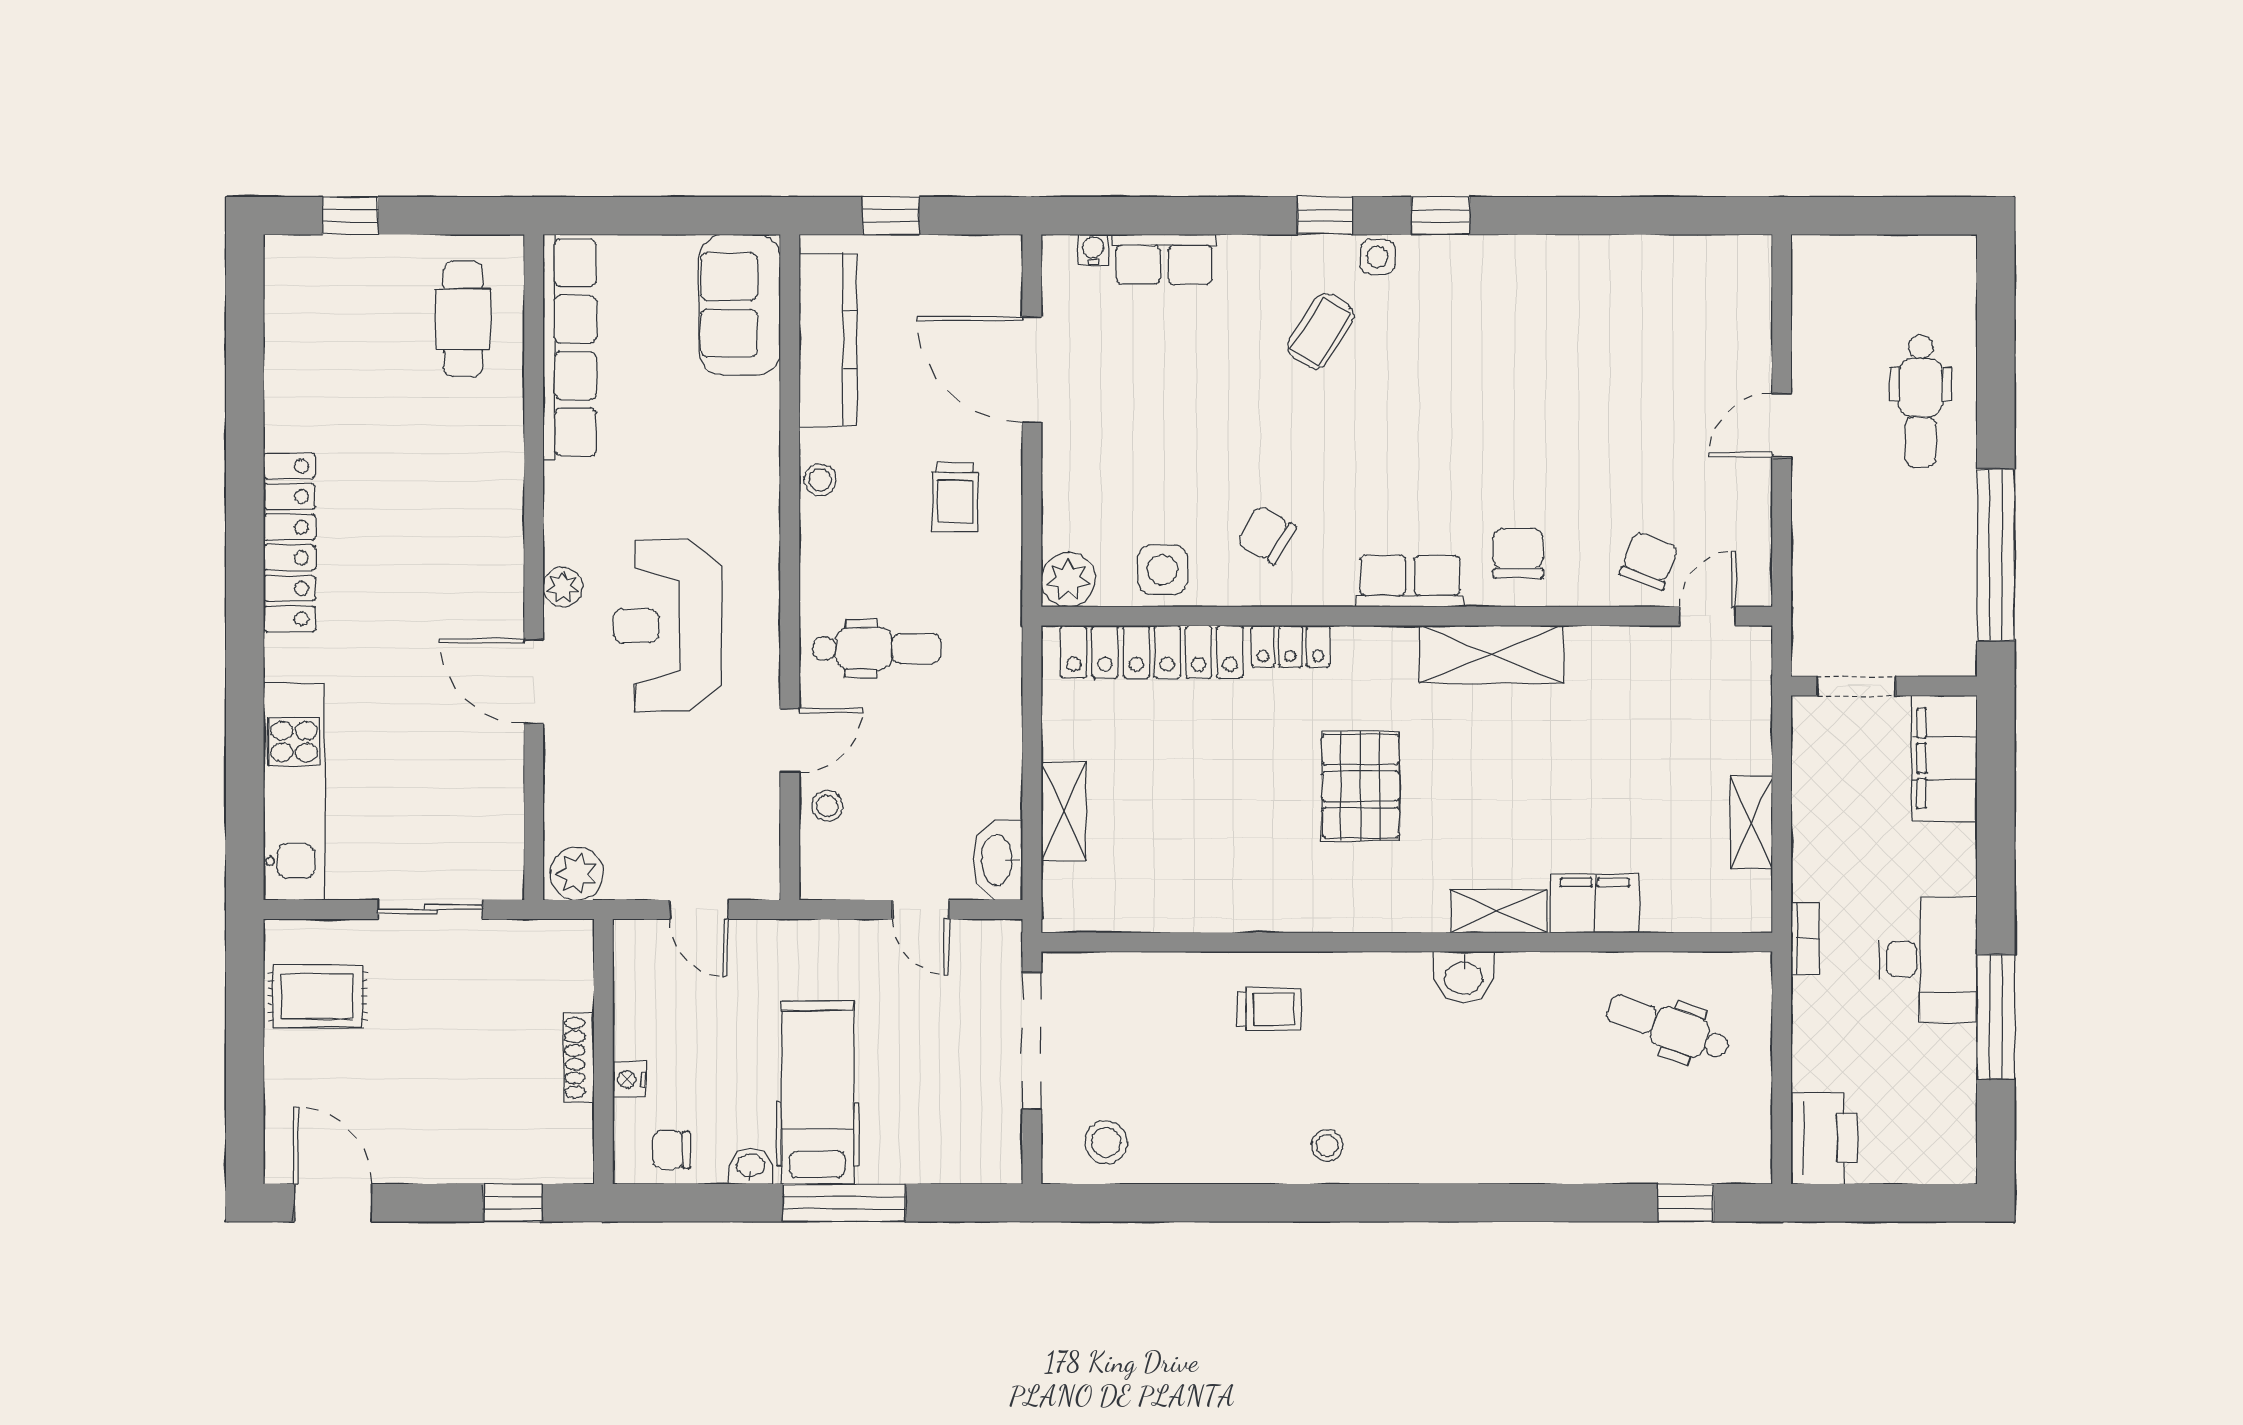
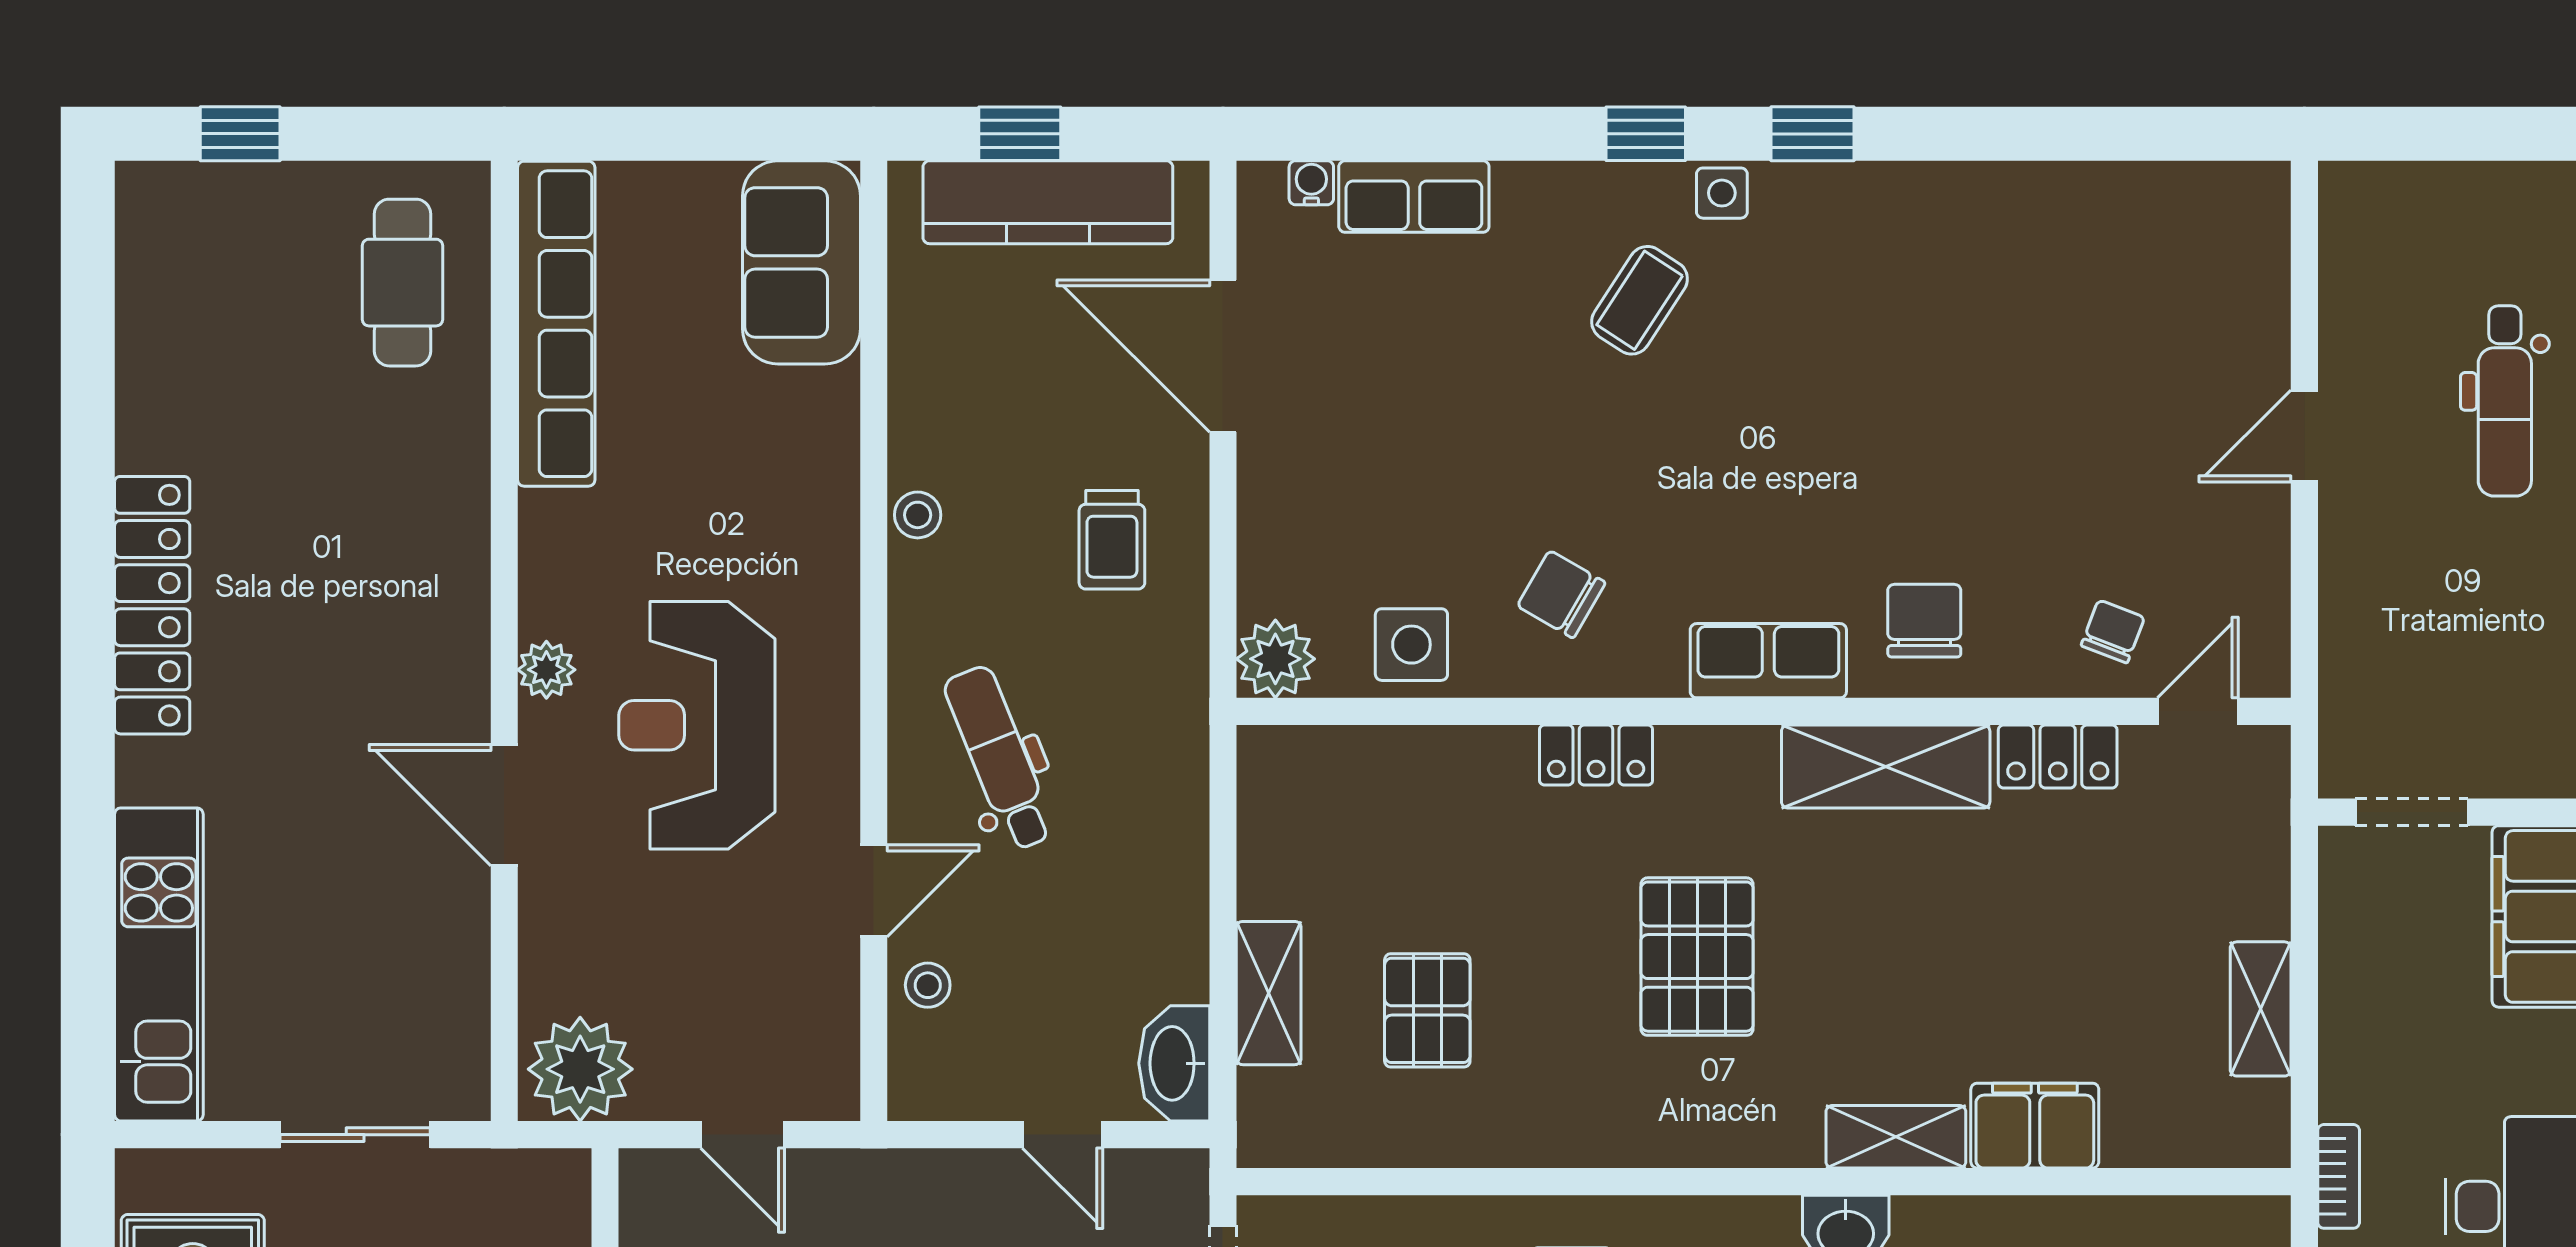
kitchen counter: (828, 340) -> (1048, 202), moved, turned 90
chair: (1649, 561) -> (2113, 631), width x0.73, depth x0.73
dental chair: (877, 648) -> (999, 758), turned -112
locker: (1152, 652) -> (2058, 756), moved, width x0.46, depth x0.83
pallet: (1174, 823) -> (1427, 1010), added
plant: (577, 874) -> (580, 1069), width x1.36, depth x1.36

